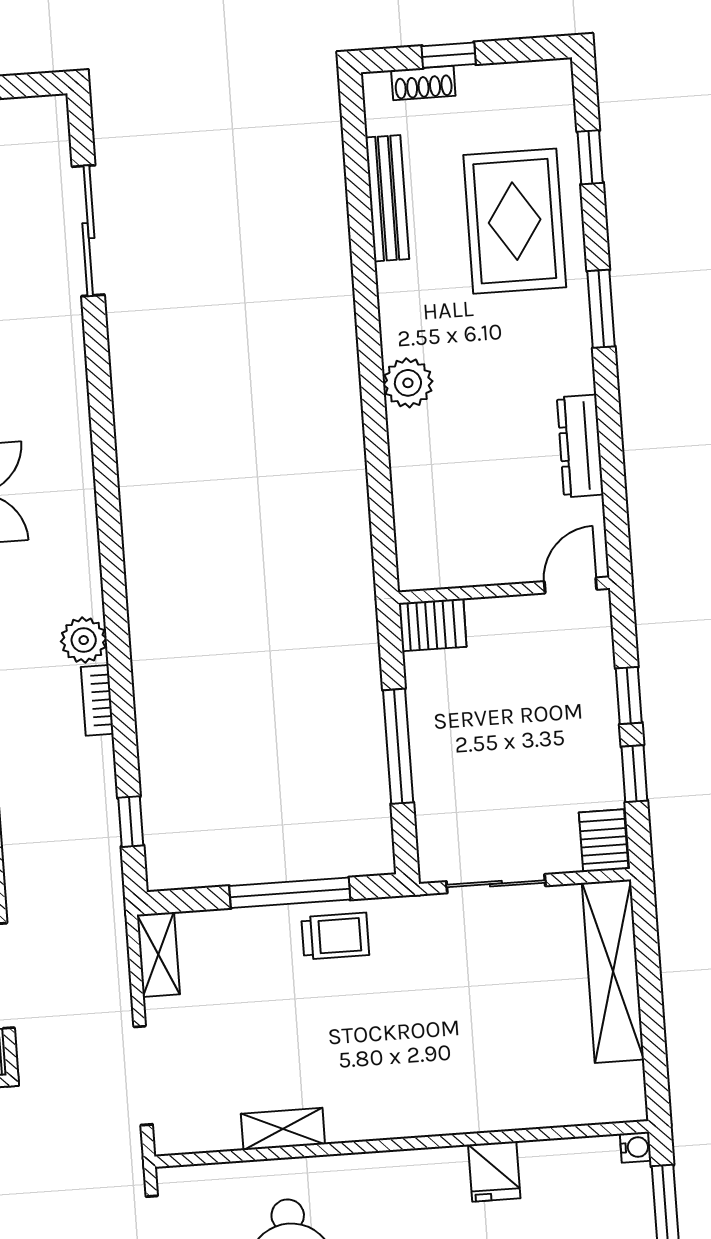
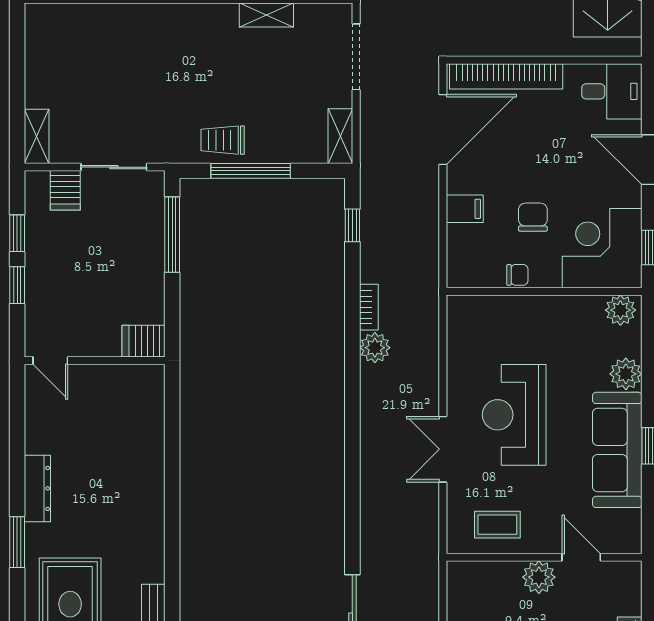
plant: (408, 383) -> (148, 502), removed
dresser: (580, 446) -> (37, 488), moved
door: (571, 585) -> (50, 361), hinge flipped
window: (398, 746) -> (172, 235), moved
server rack: (604, 841) -> (65, 190), moved
shelving: (613, 971) -> (37, 136), width x0.45, depth x0.75

